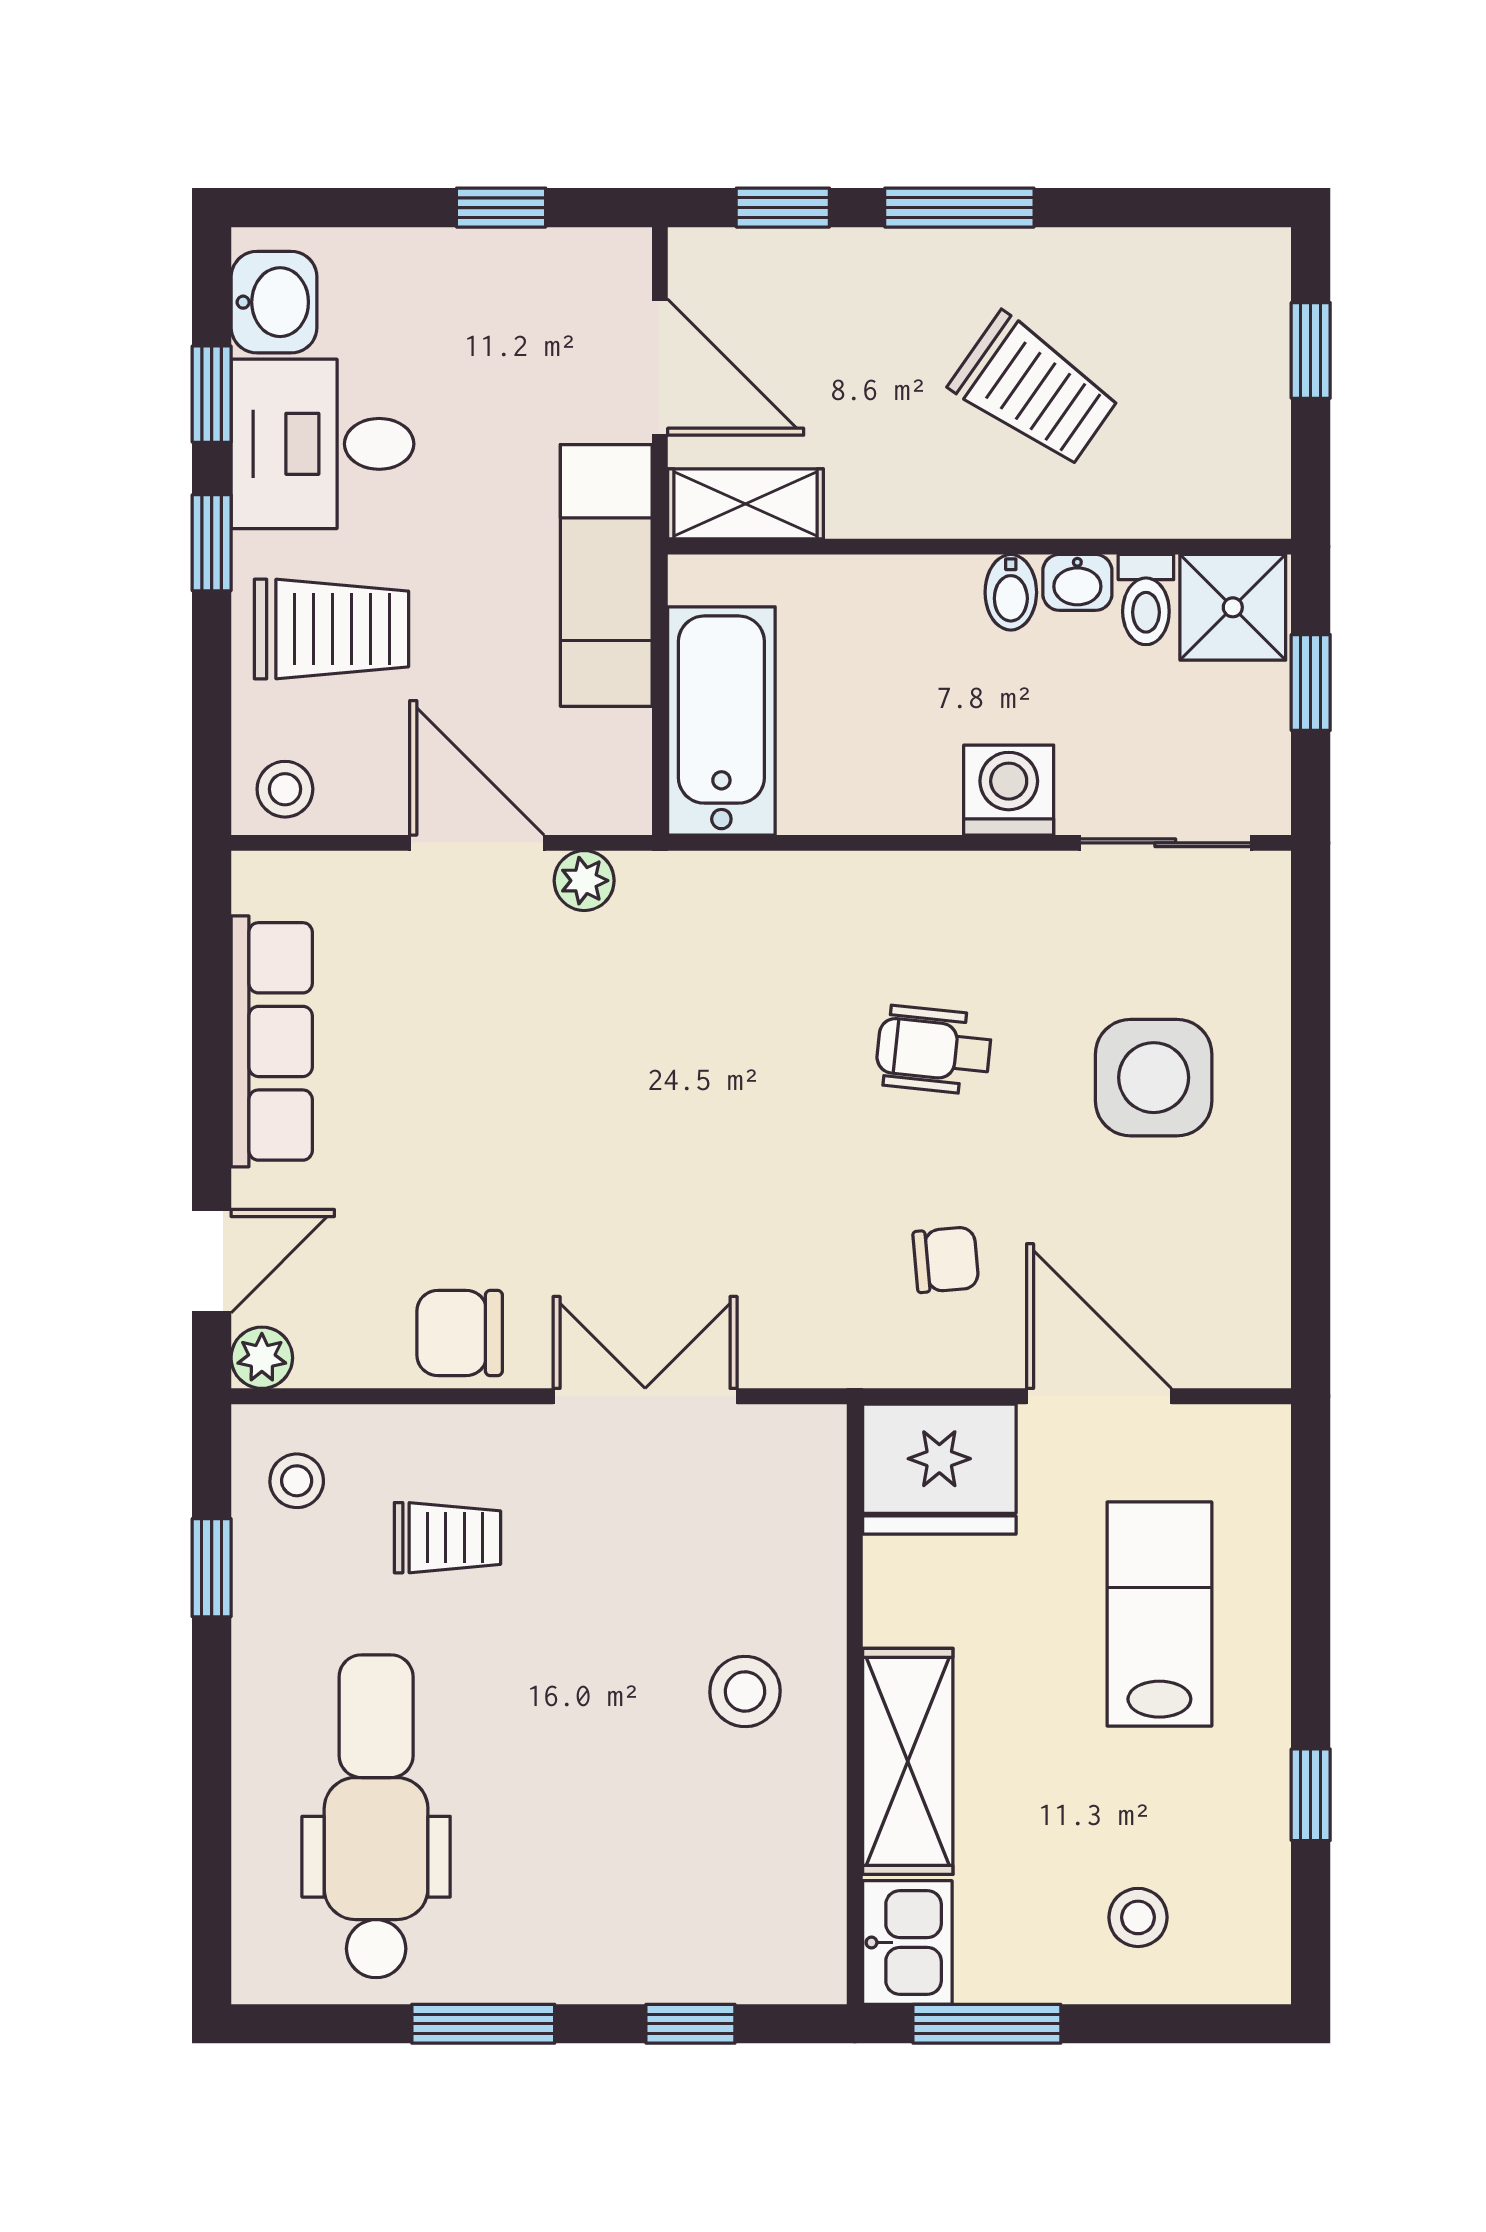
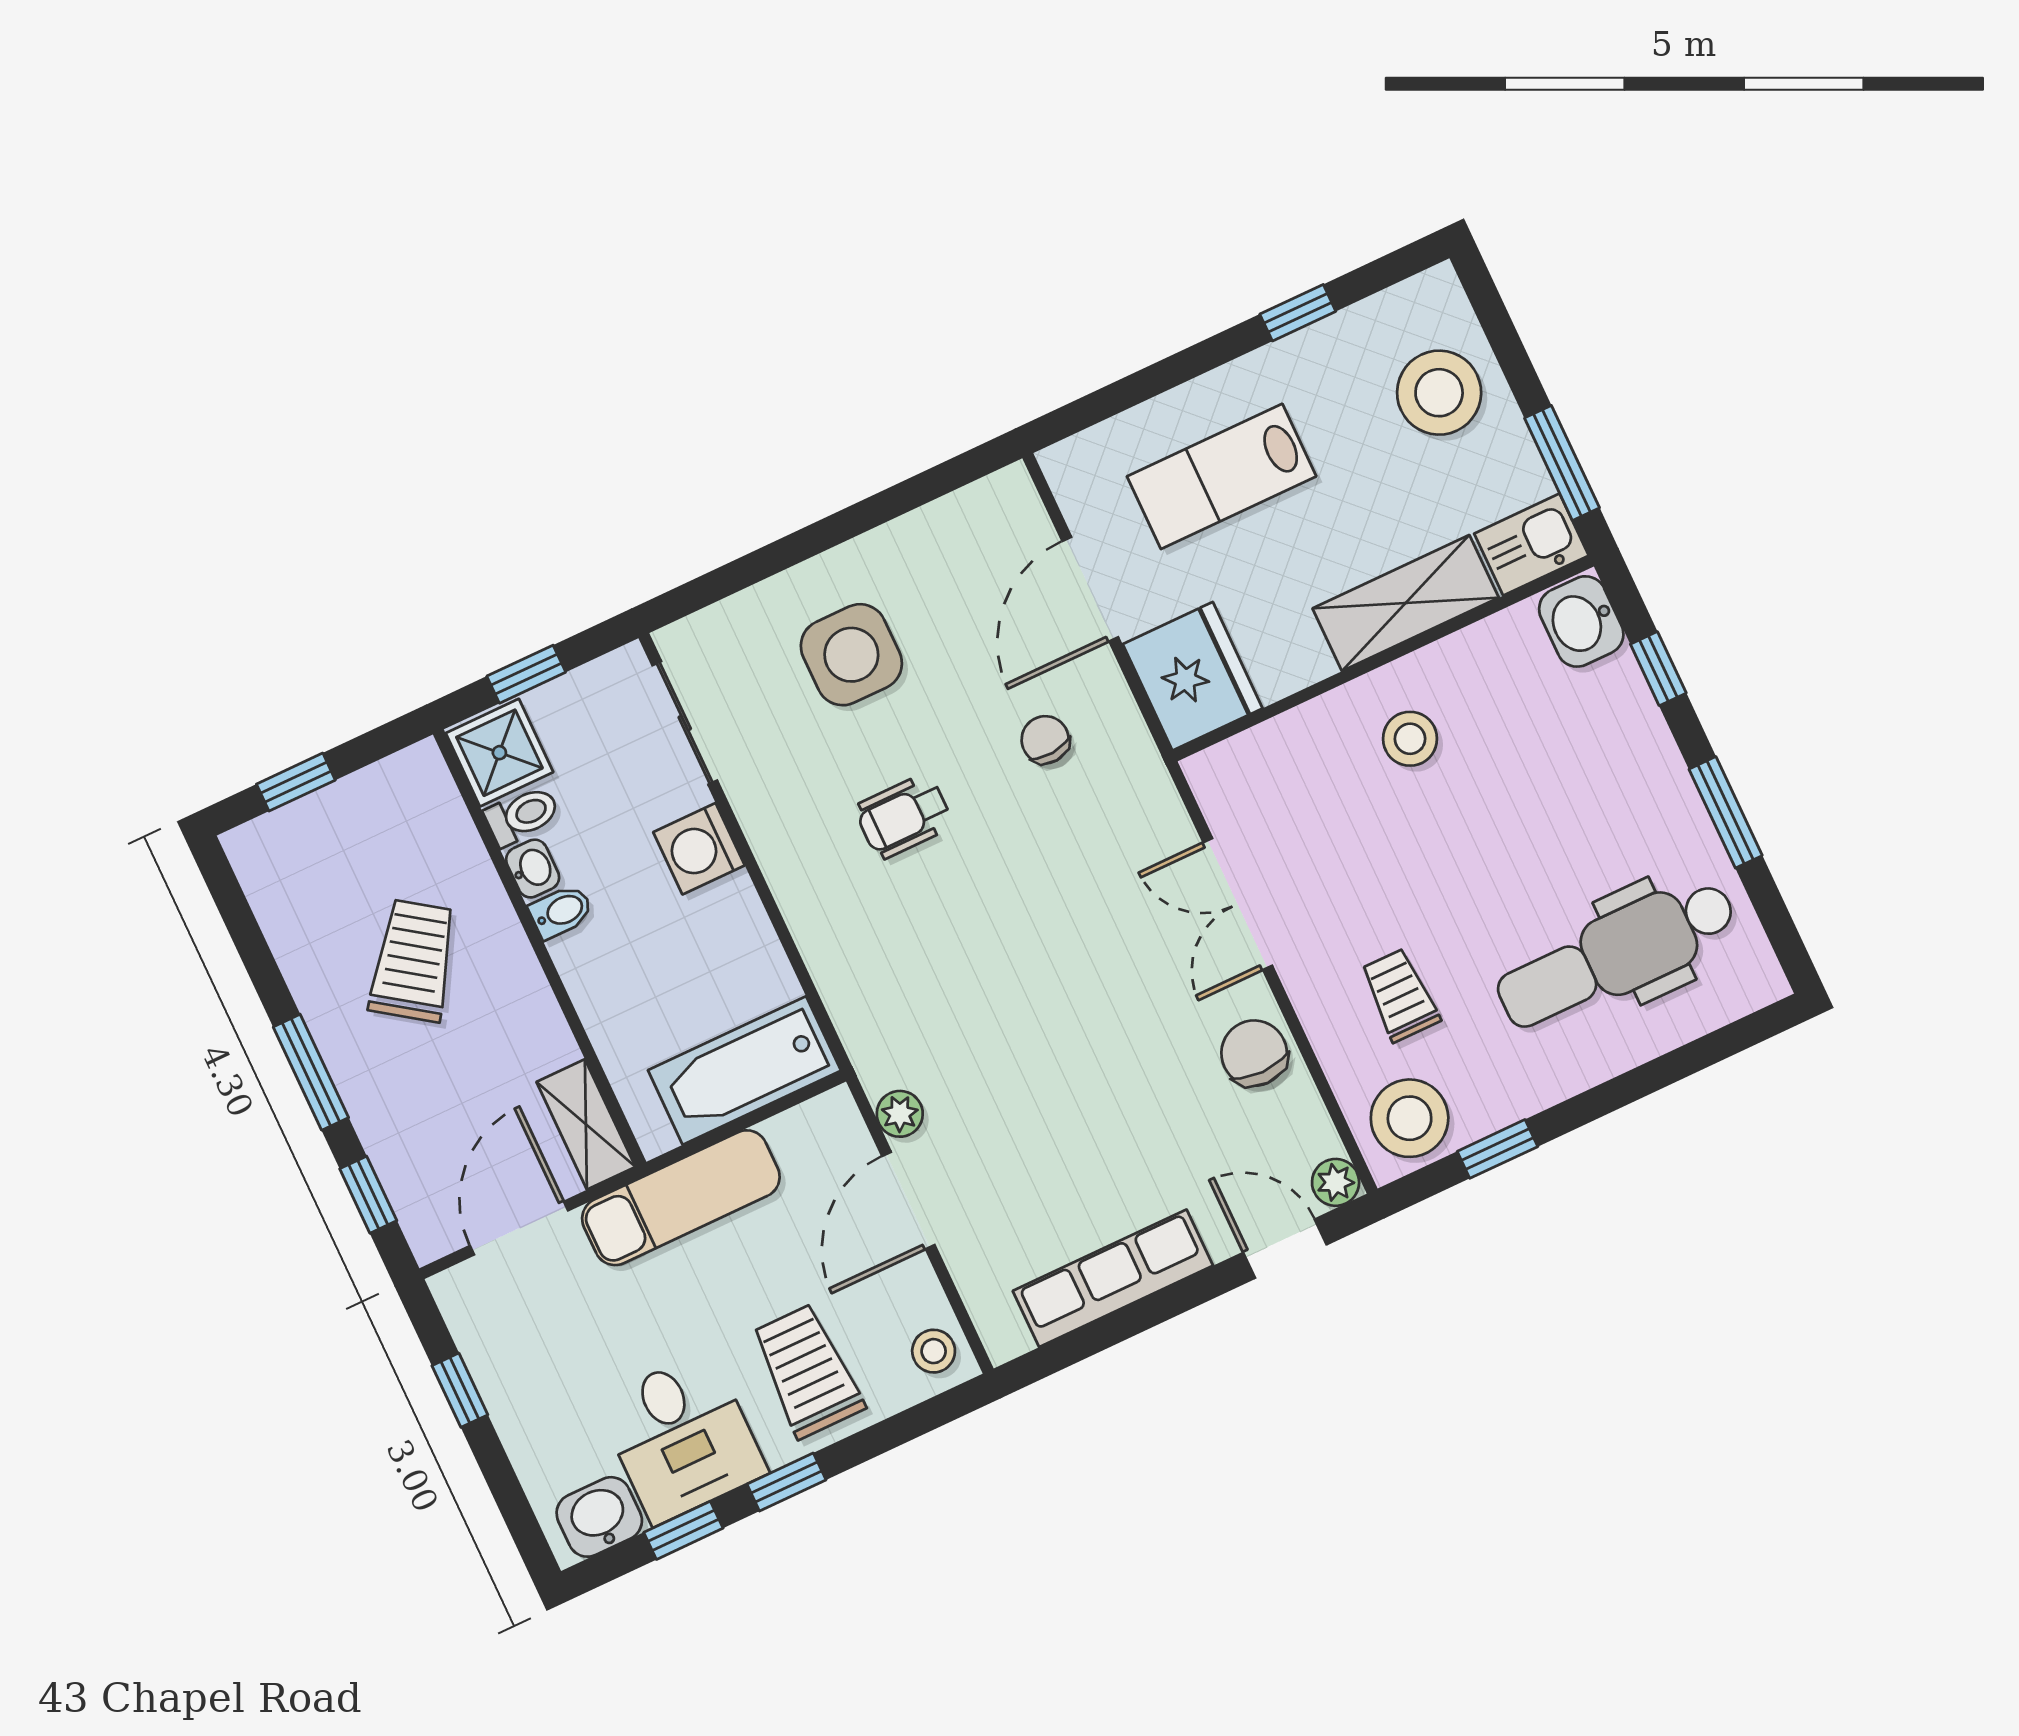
wheelchair: (934, 1050) -> (904, 816), turned 84
chair: (460, 1333) -> (1254, 1053), turned 180
stool: (297, 1481) -> (1410, 1118), width x1.89, depth x1.89
stool: (1138, 1917) -> (1439, 393), width x1.89, depth x1.89
washbasin: (789, 1959) -> (1581, 621), added

